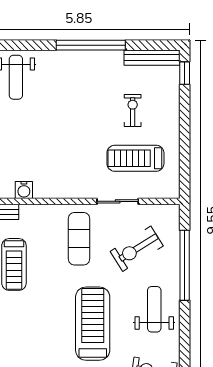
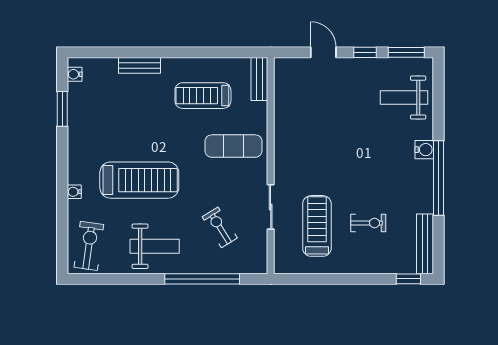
water cooler: (24, 190) -> (424, 150), moved, turned 180
exercise mat: (79, 239) -> (233, 146), moved
exercise bike: (137, 249) -> (220, 227), width x0.73, depth x0.72

